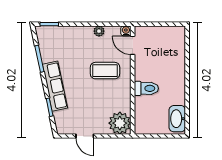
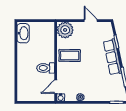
door: (133, 45) -> (56, 87), swing flipped
coffee table: (105, 71) -> (70, 56), moved
toilet: (146, 88) -> (46, 68), moved

